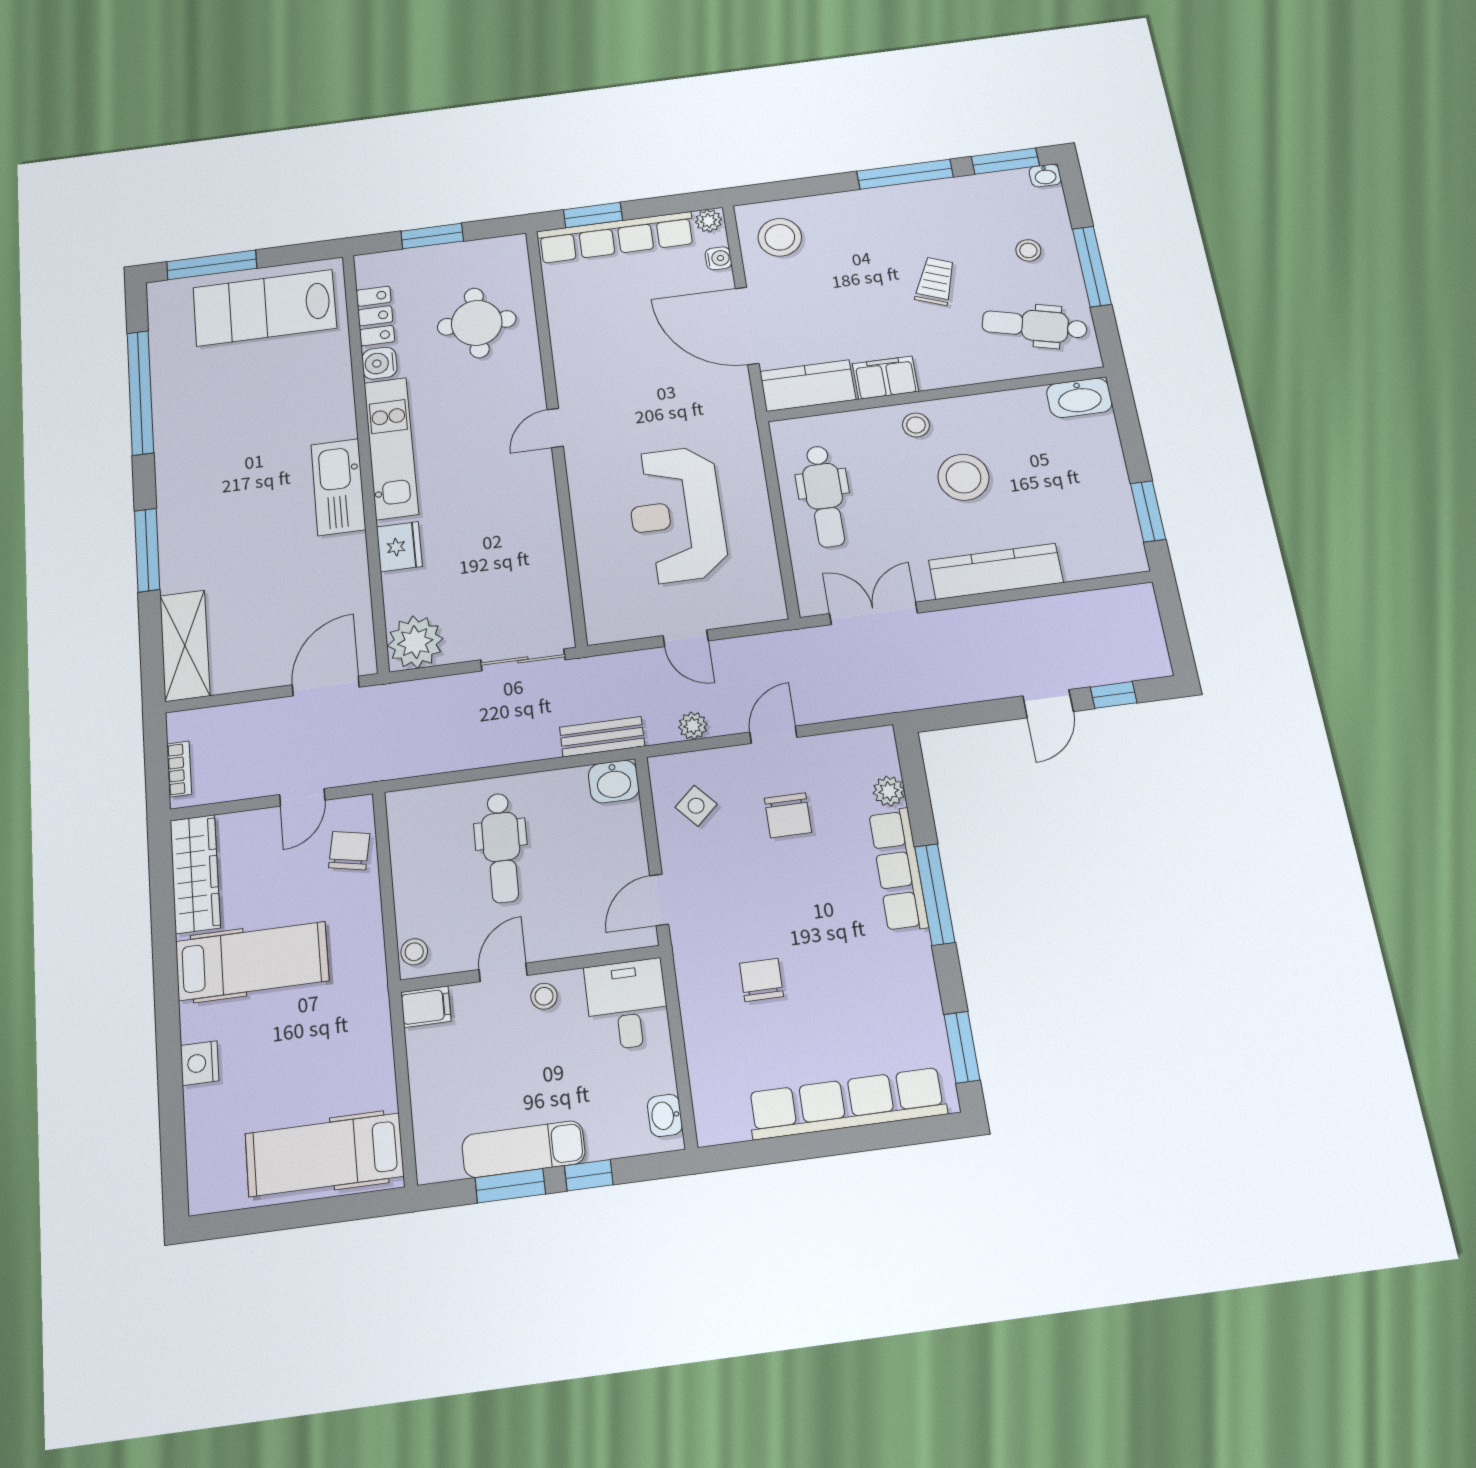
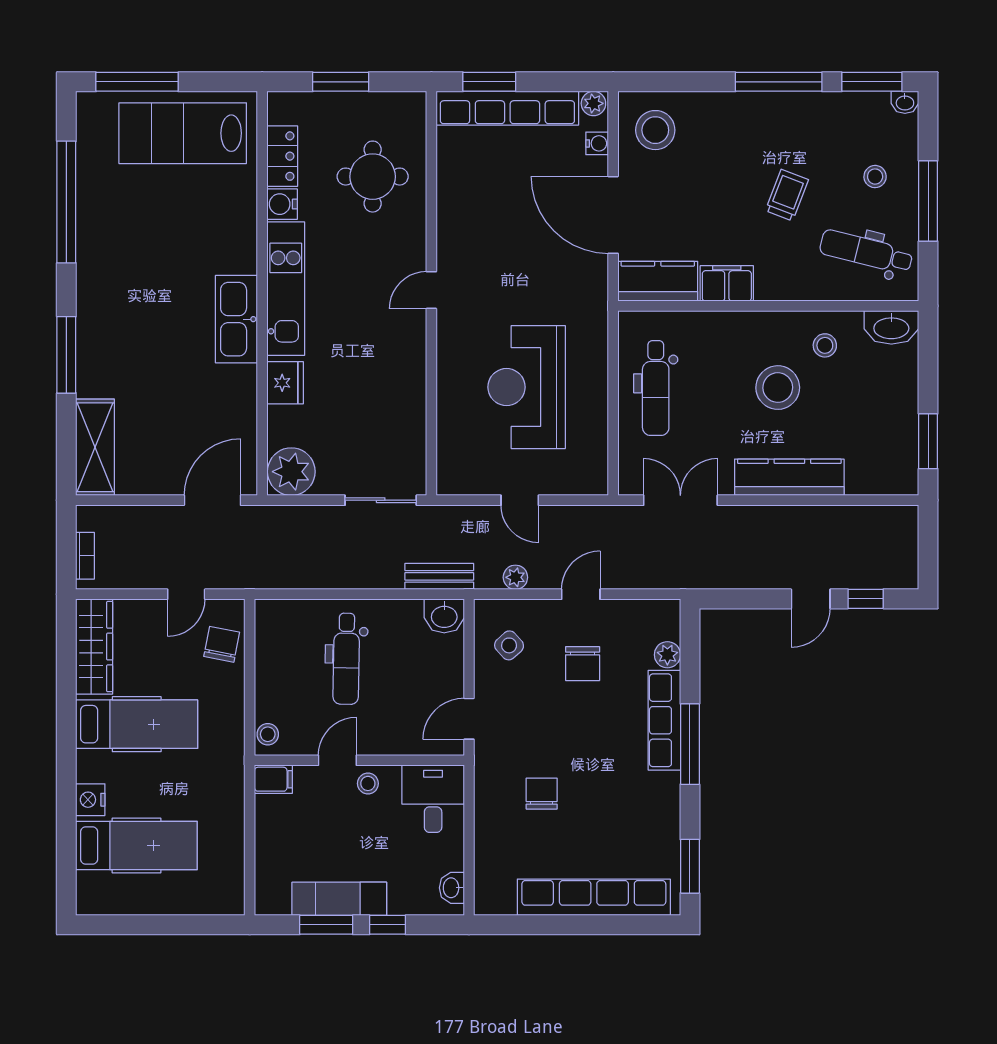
stool: (916, 425) -> (825, 345), moved
hospital bed: (324, 1155) -> (136, 845), moved, turned 180

